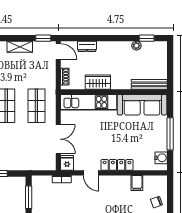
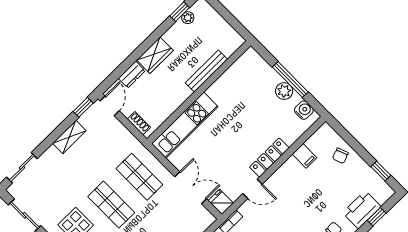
plant: (136, 46) -> (188, 18), moved
door: (58, 51) -> (110, 106), hinge flipped
wardrobe: (98, 82) -> (155, 55), moved, turned 180
bench: (149, 84) -> (206, 71), moved
sofa: (142, 105) -> (237, 78), removed
plant: (161, 137) -> (284, 91), added

